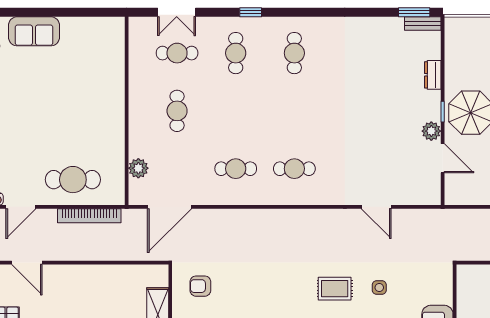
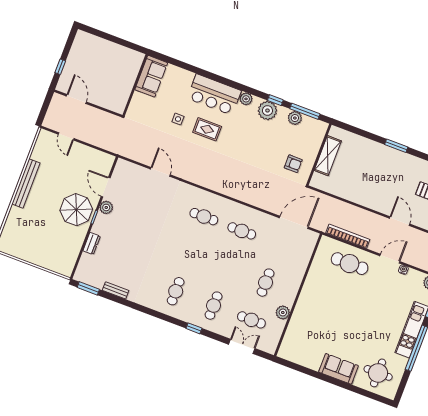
bench: (423, 24) -> (116, 290), moved
plant: (138, 168) -> (283, 312), moved

